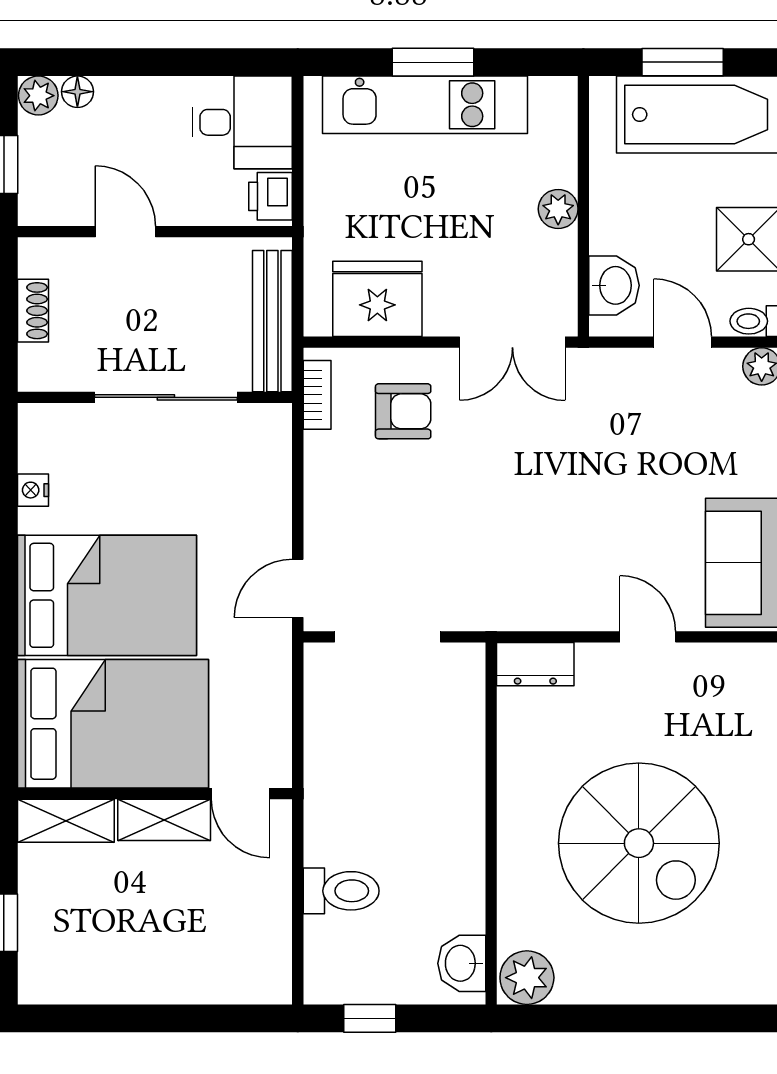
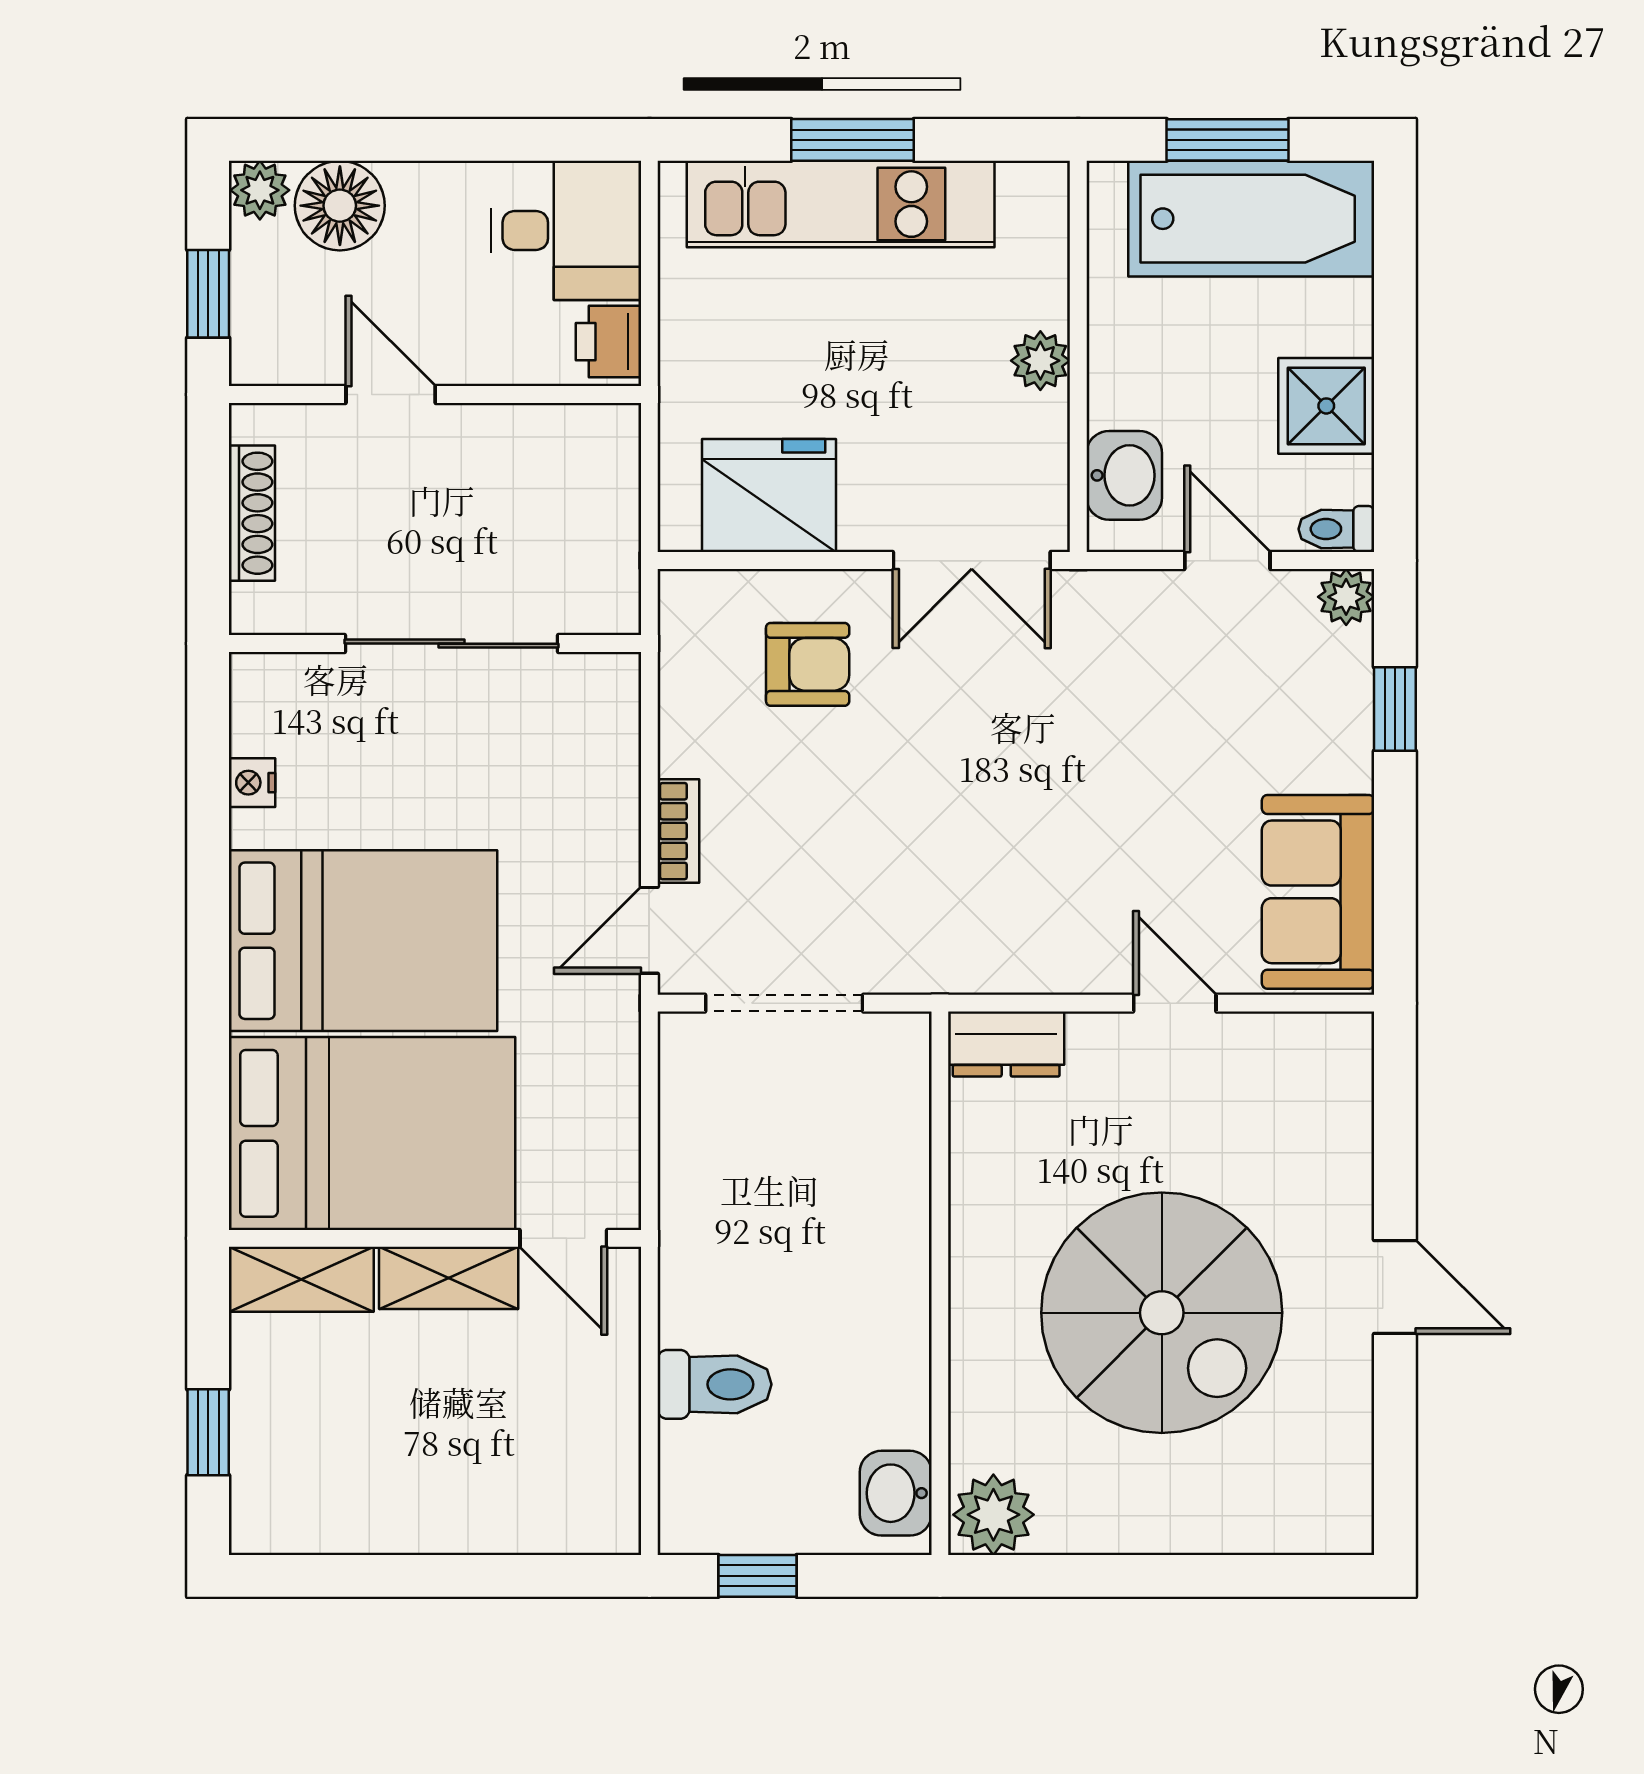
floor lamp: (77, 92) -> (340, 206), width x1.89, depth x1.89
shoe rack: (33, 311) -> (252, 513), width x1.43
bench: (272, 321) -> (611, 529), removed
bookcase: (317, 395) -> (678, 831), moved

